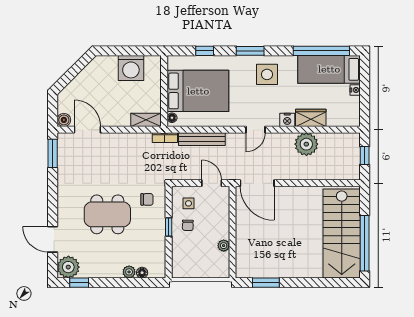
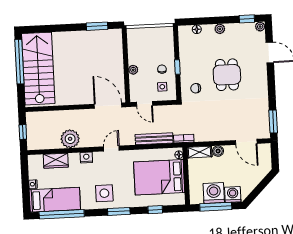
window: (129, 51) -> (216, 207), added
washing machine: (107, 65) -> (233, 195), added
wardrobe: (311, 118) -> (56, 161), moved
boiler: (64, 120) -> (218, 151), moved
dining table: (107, 214) -> (227, 75), width x0.73
plant: (224, 246) -> (133, 70), moved
plant: (68, 267) -> (260, 27), width x0.53, depth x0.53
plant: (129, 272) -> (220, 29), moved

